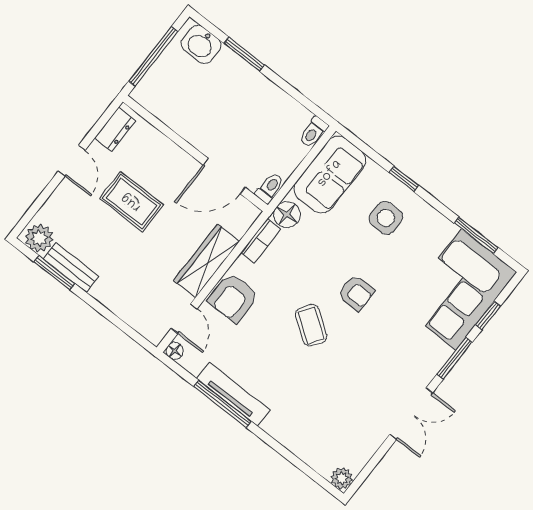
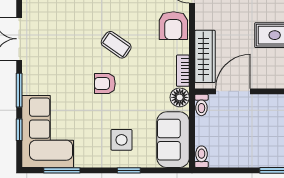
wardrobe: (207, 261) -> (205, 56), moved
armchair: (233, 298) -> (173, 26), turned 180

